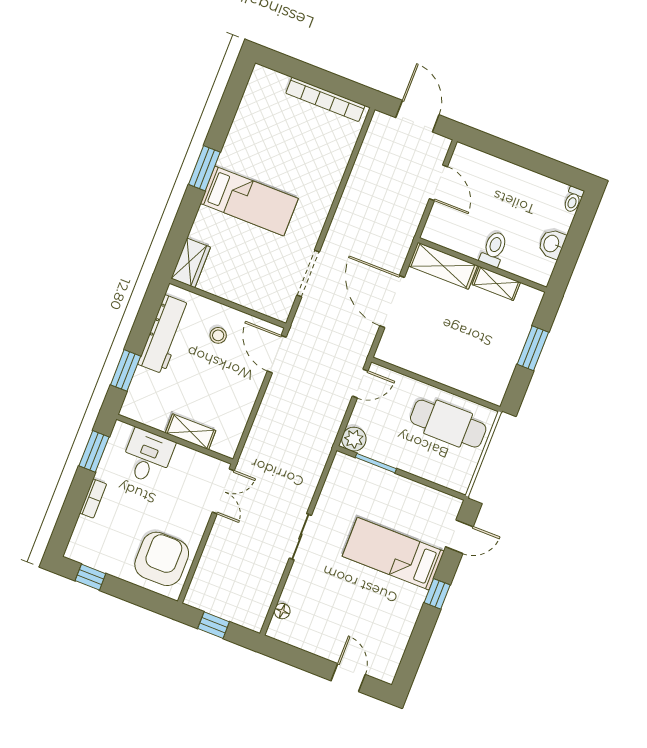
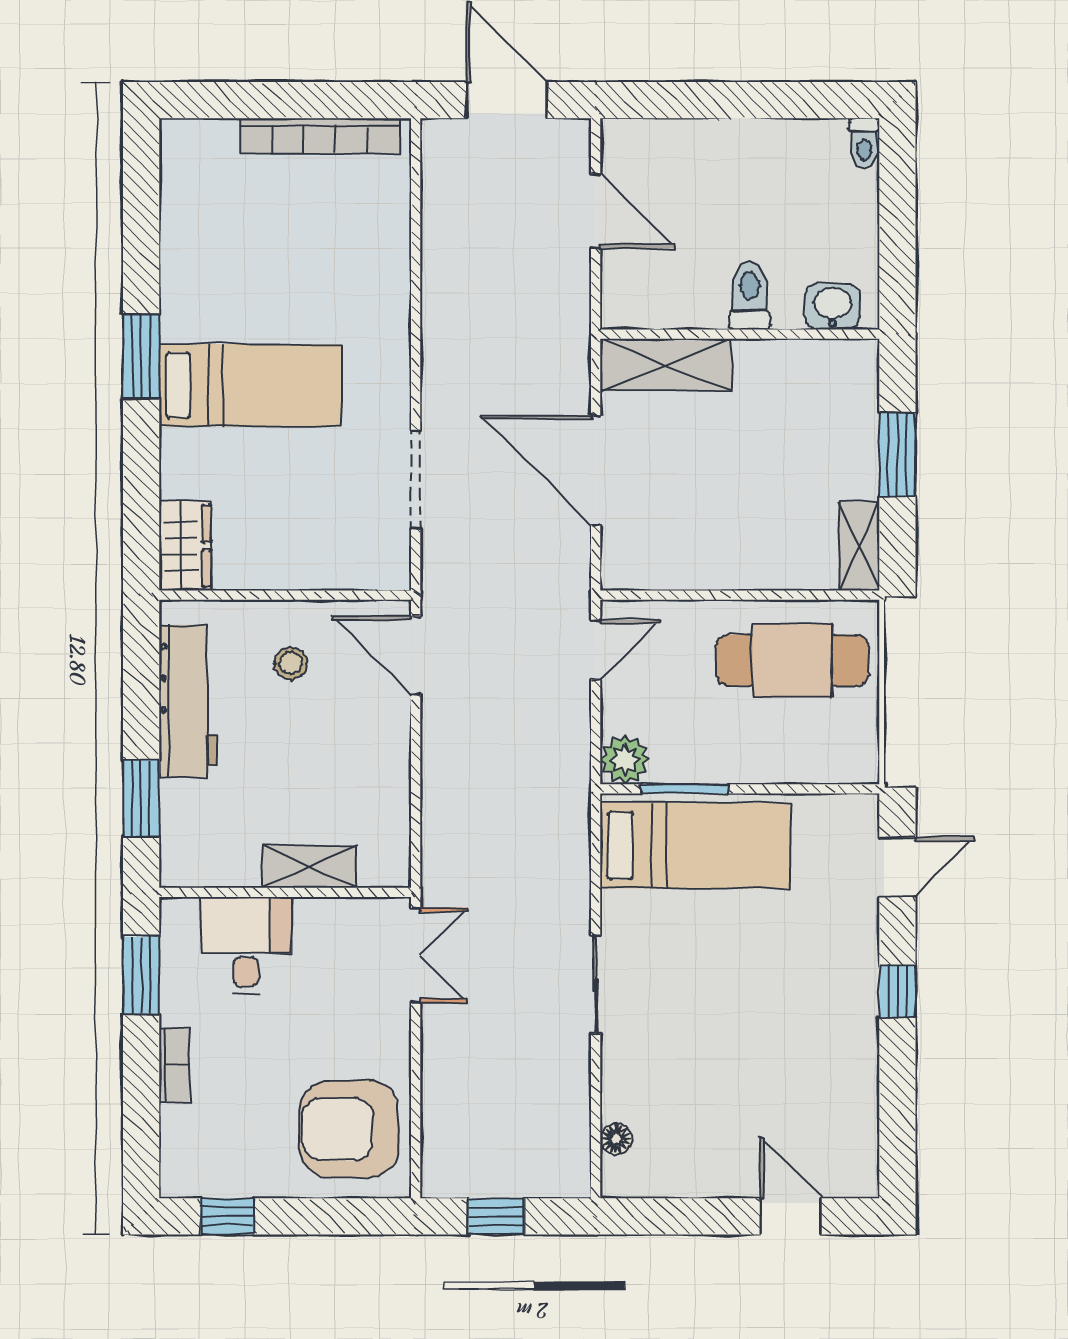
washbasin: (552, 244) -> (832, 306), moved, turned 90
shelving: (496, 283) -> (859, 546), moved, turned 90
bed: (393, 554) -> (695, 846), moved, turned 180
armchair: (162, 559) -> (349, 1129), turned -90

